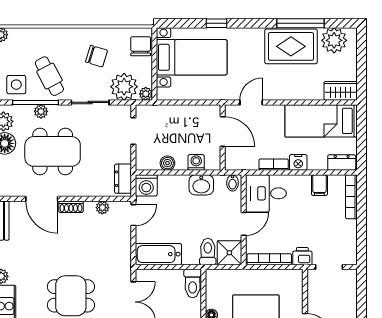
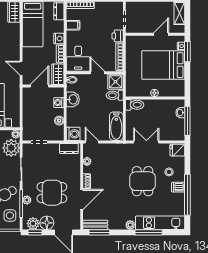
dining table: (53, 151) -> (52, 193), width x0.73
wardrobe: (241, 161) -> (58, 74), added

